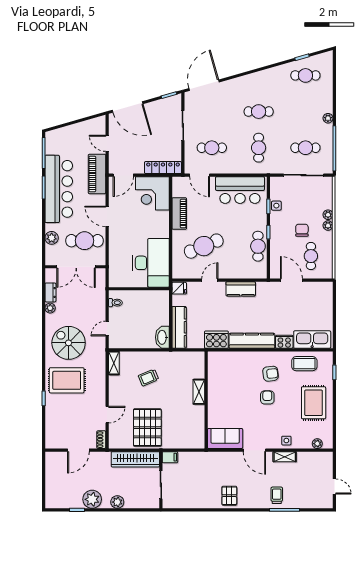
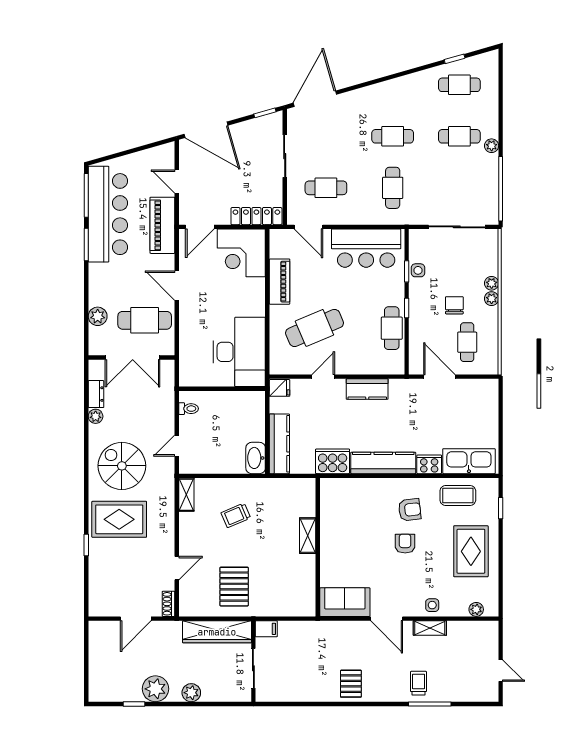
cafe table: (305, 148) -> (459, 136), moved
bar counter: (59, 189) -> (108, 214), moved
pallet: (147, 428) -> (234, 587), width x0.73, depth x0.71

